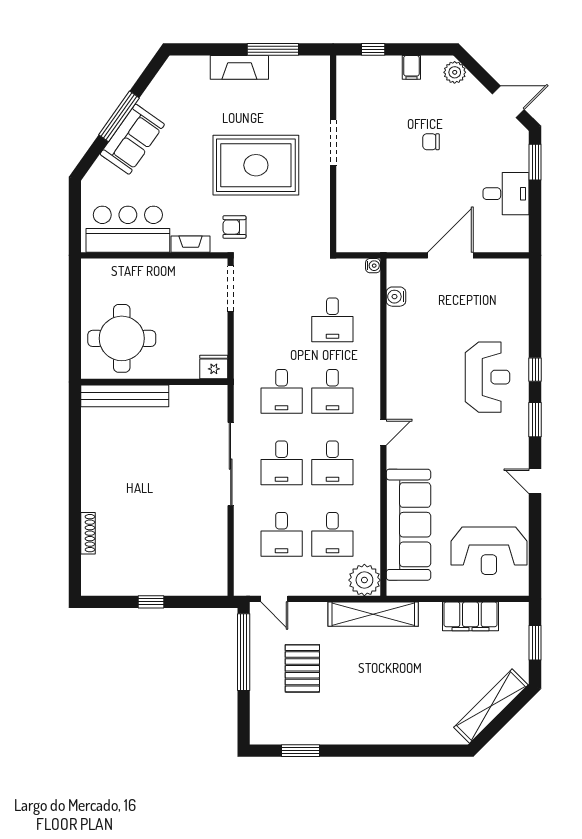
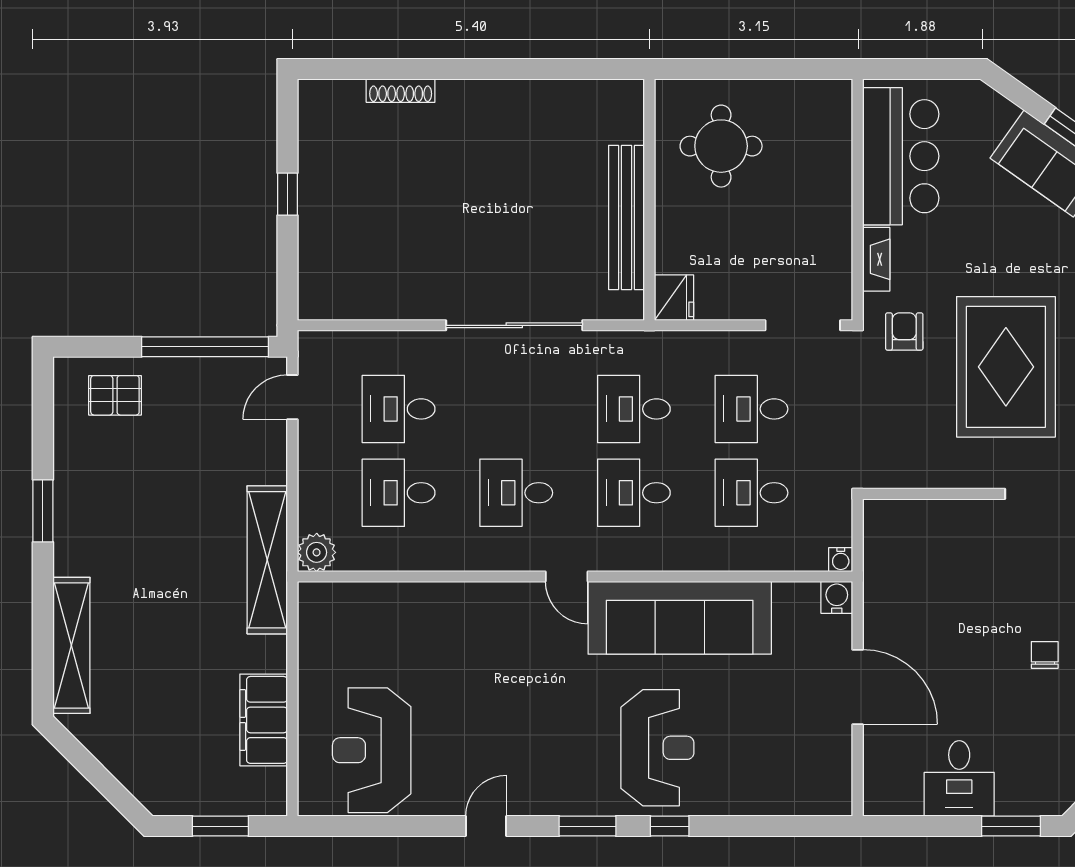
water cooler: (396, 297) -> (837, 597), moved
round table: (122, 338) -> (721, 146), width x0.73, depth x0.73
reception desk: (487, 377) -> (657, 748), turned -90
bench: (125, 396) -> (627, 217), moved
desk: (282, 463) -> (752, 409), moved
sofa: (408, 525) -> (680, 618), moved
plant: (364, 580) -> (317, 552), width x0.73, depth x0.73
pallet: (302, 668) -> (115, 395), moved, width x0.67, depth x0.71
shelving: (491, 706) -> (71, 645), moved, turned 45
window: (300, 751) -> (43, 511), moved

